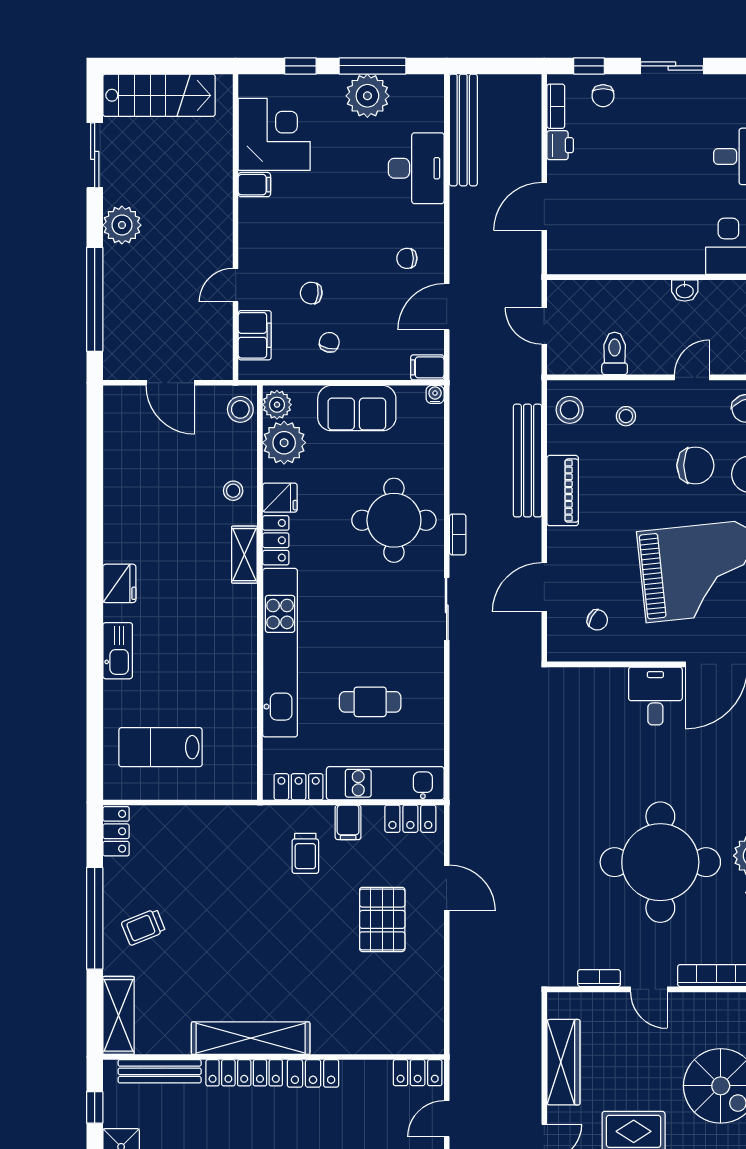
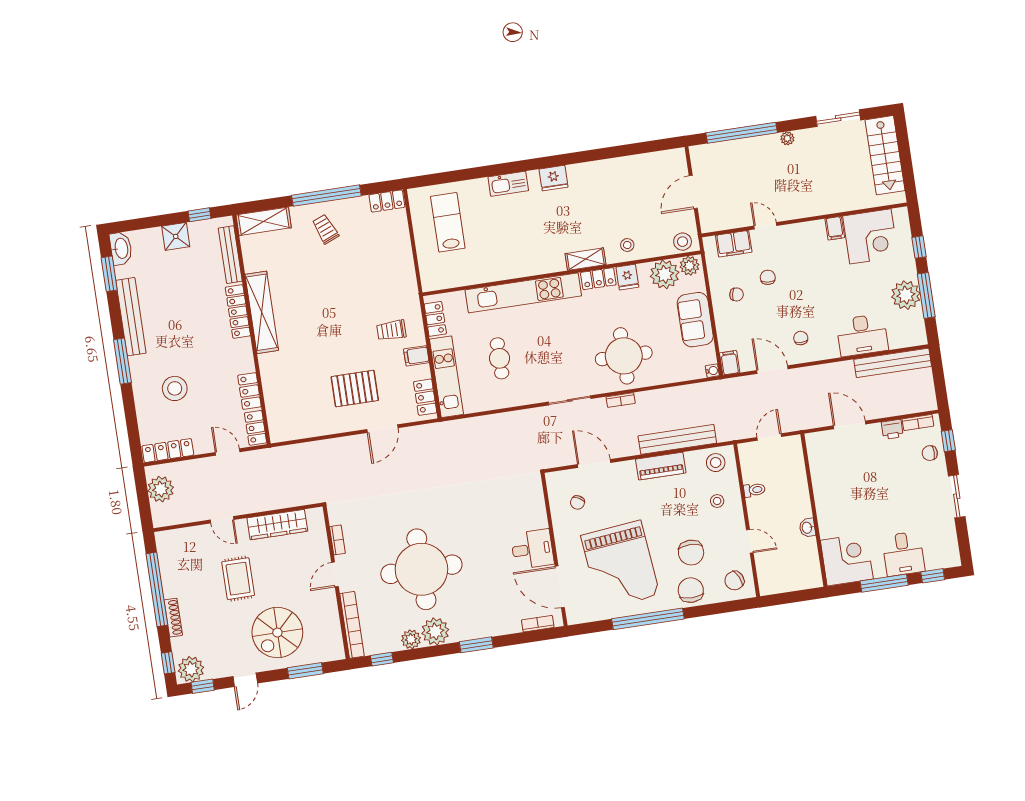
plant: (122, 225) -> (787, 138), width x0.53, depth x0.53
toilet: (615, 353) -> (754, 490), width x0.73, depth x0.72
locker: (313, 1073) -> (249, 391), moved

